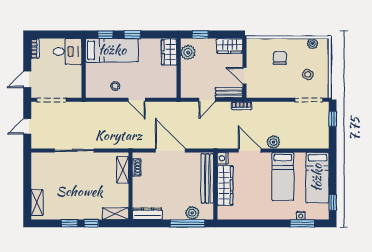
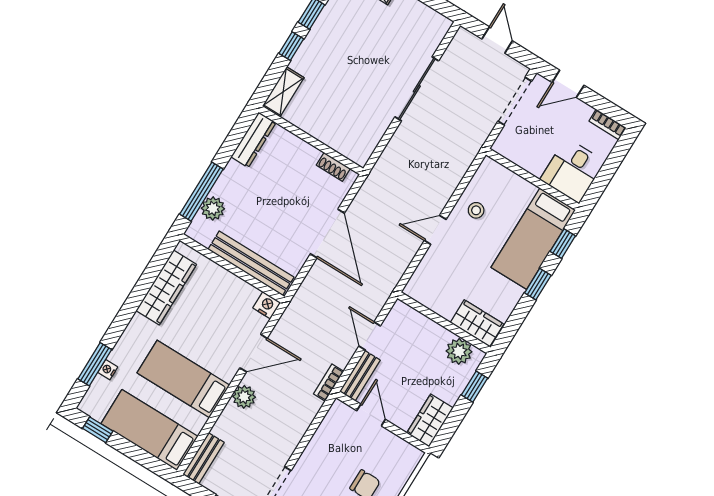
door: (245, 76) -> (371, 415), hinge flipped
door: (27, 79) -> (568, 84), swing flipped
bench: (315, 143) -> (204, 458), added
door: (170, 150) -> (327, 234), hinge flipped
shelving: (123, 170) -> (343, 143), removed
wardrobe: (225, 185) -> (166, 287), moved, turned -90

